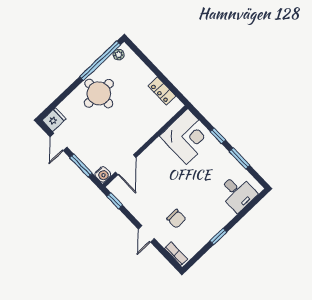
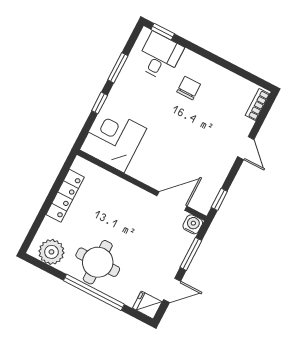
plant: (119, 55) -> (51, 252), width x1.87, depth x1.87
window: (100, 61) -> (94, 292), moved
locker: (162, 91) -> (65, 196), width x1.53
chair: (176, 219) -> (189, 88), moved
door: (146, 234) -> (246, 148), hinge flipped
window: (218, 237) -> (163, 32), moved

